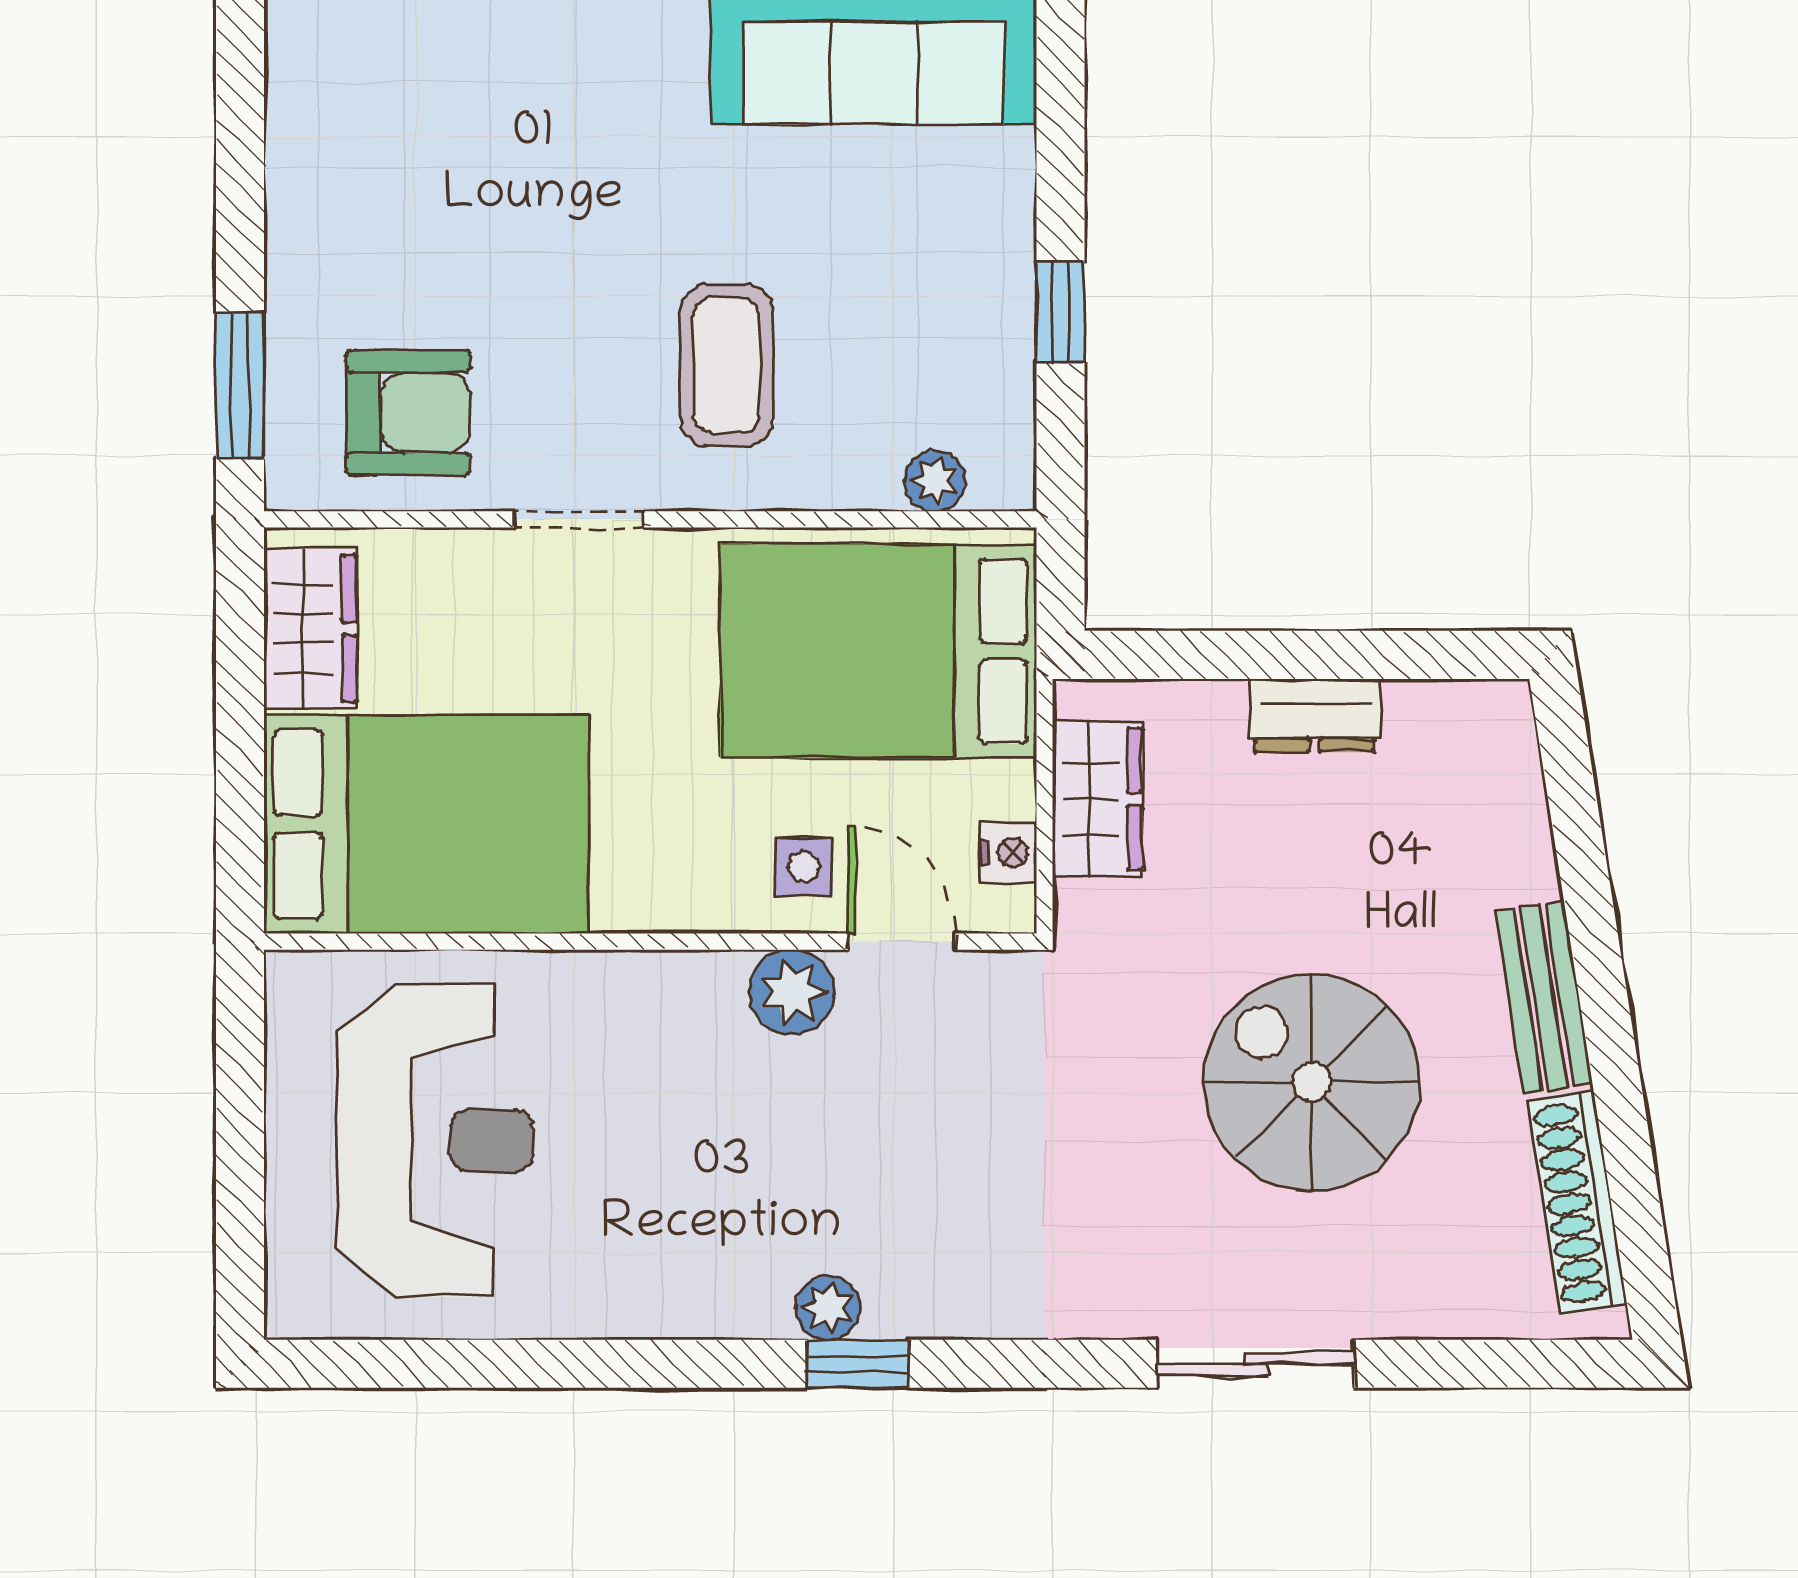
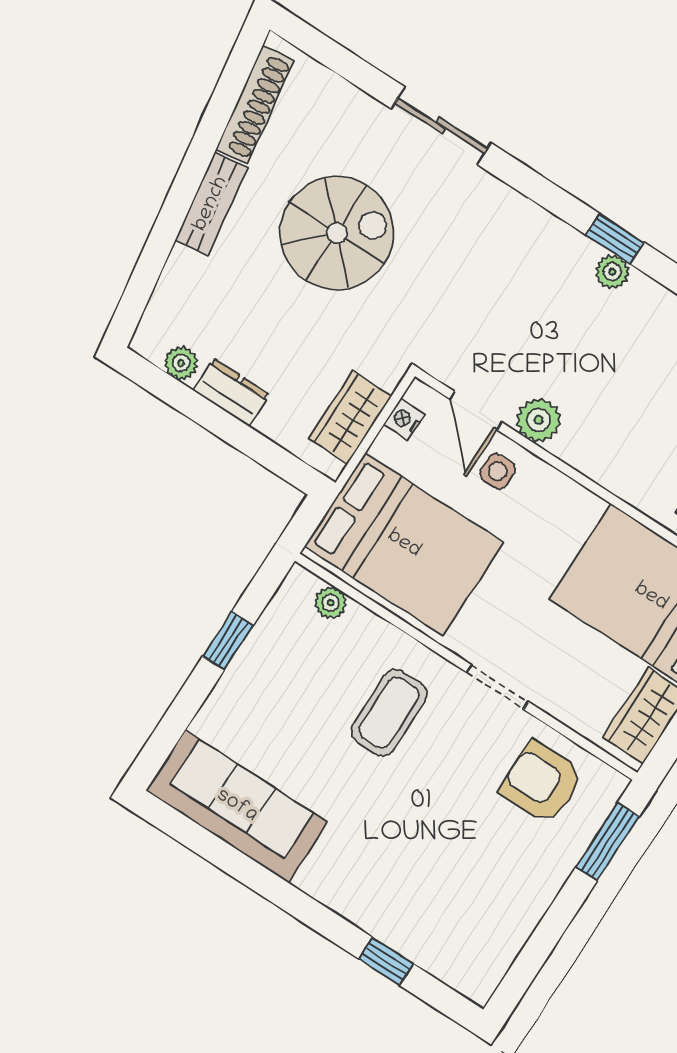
plant: (1426, 710) -> (181, 363), added
spiral stairs: (1311, 1082) -> (337, 233), turned -90

